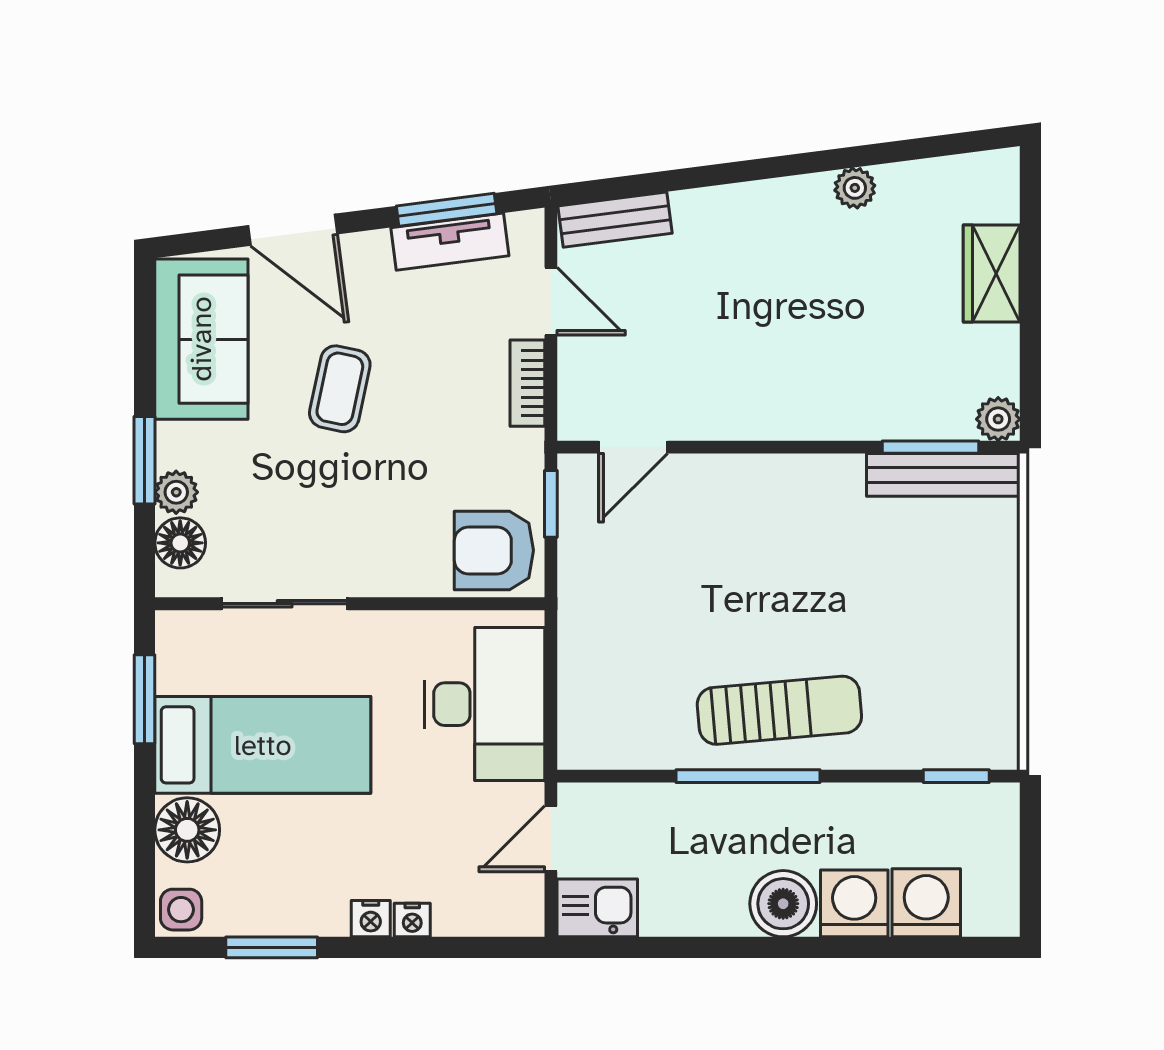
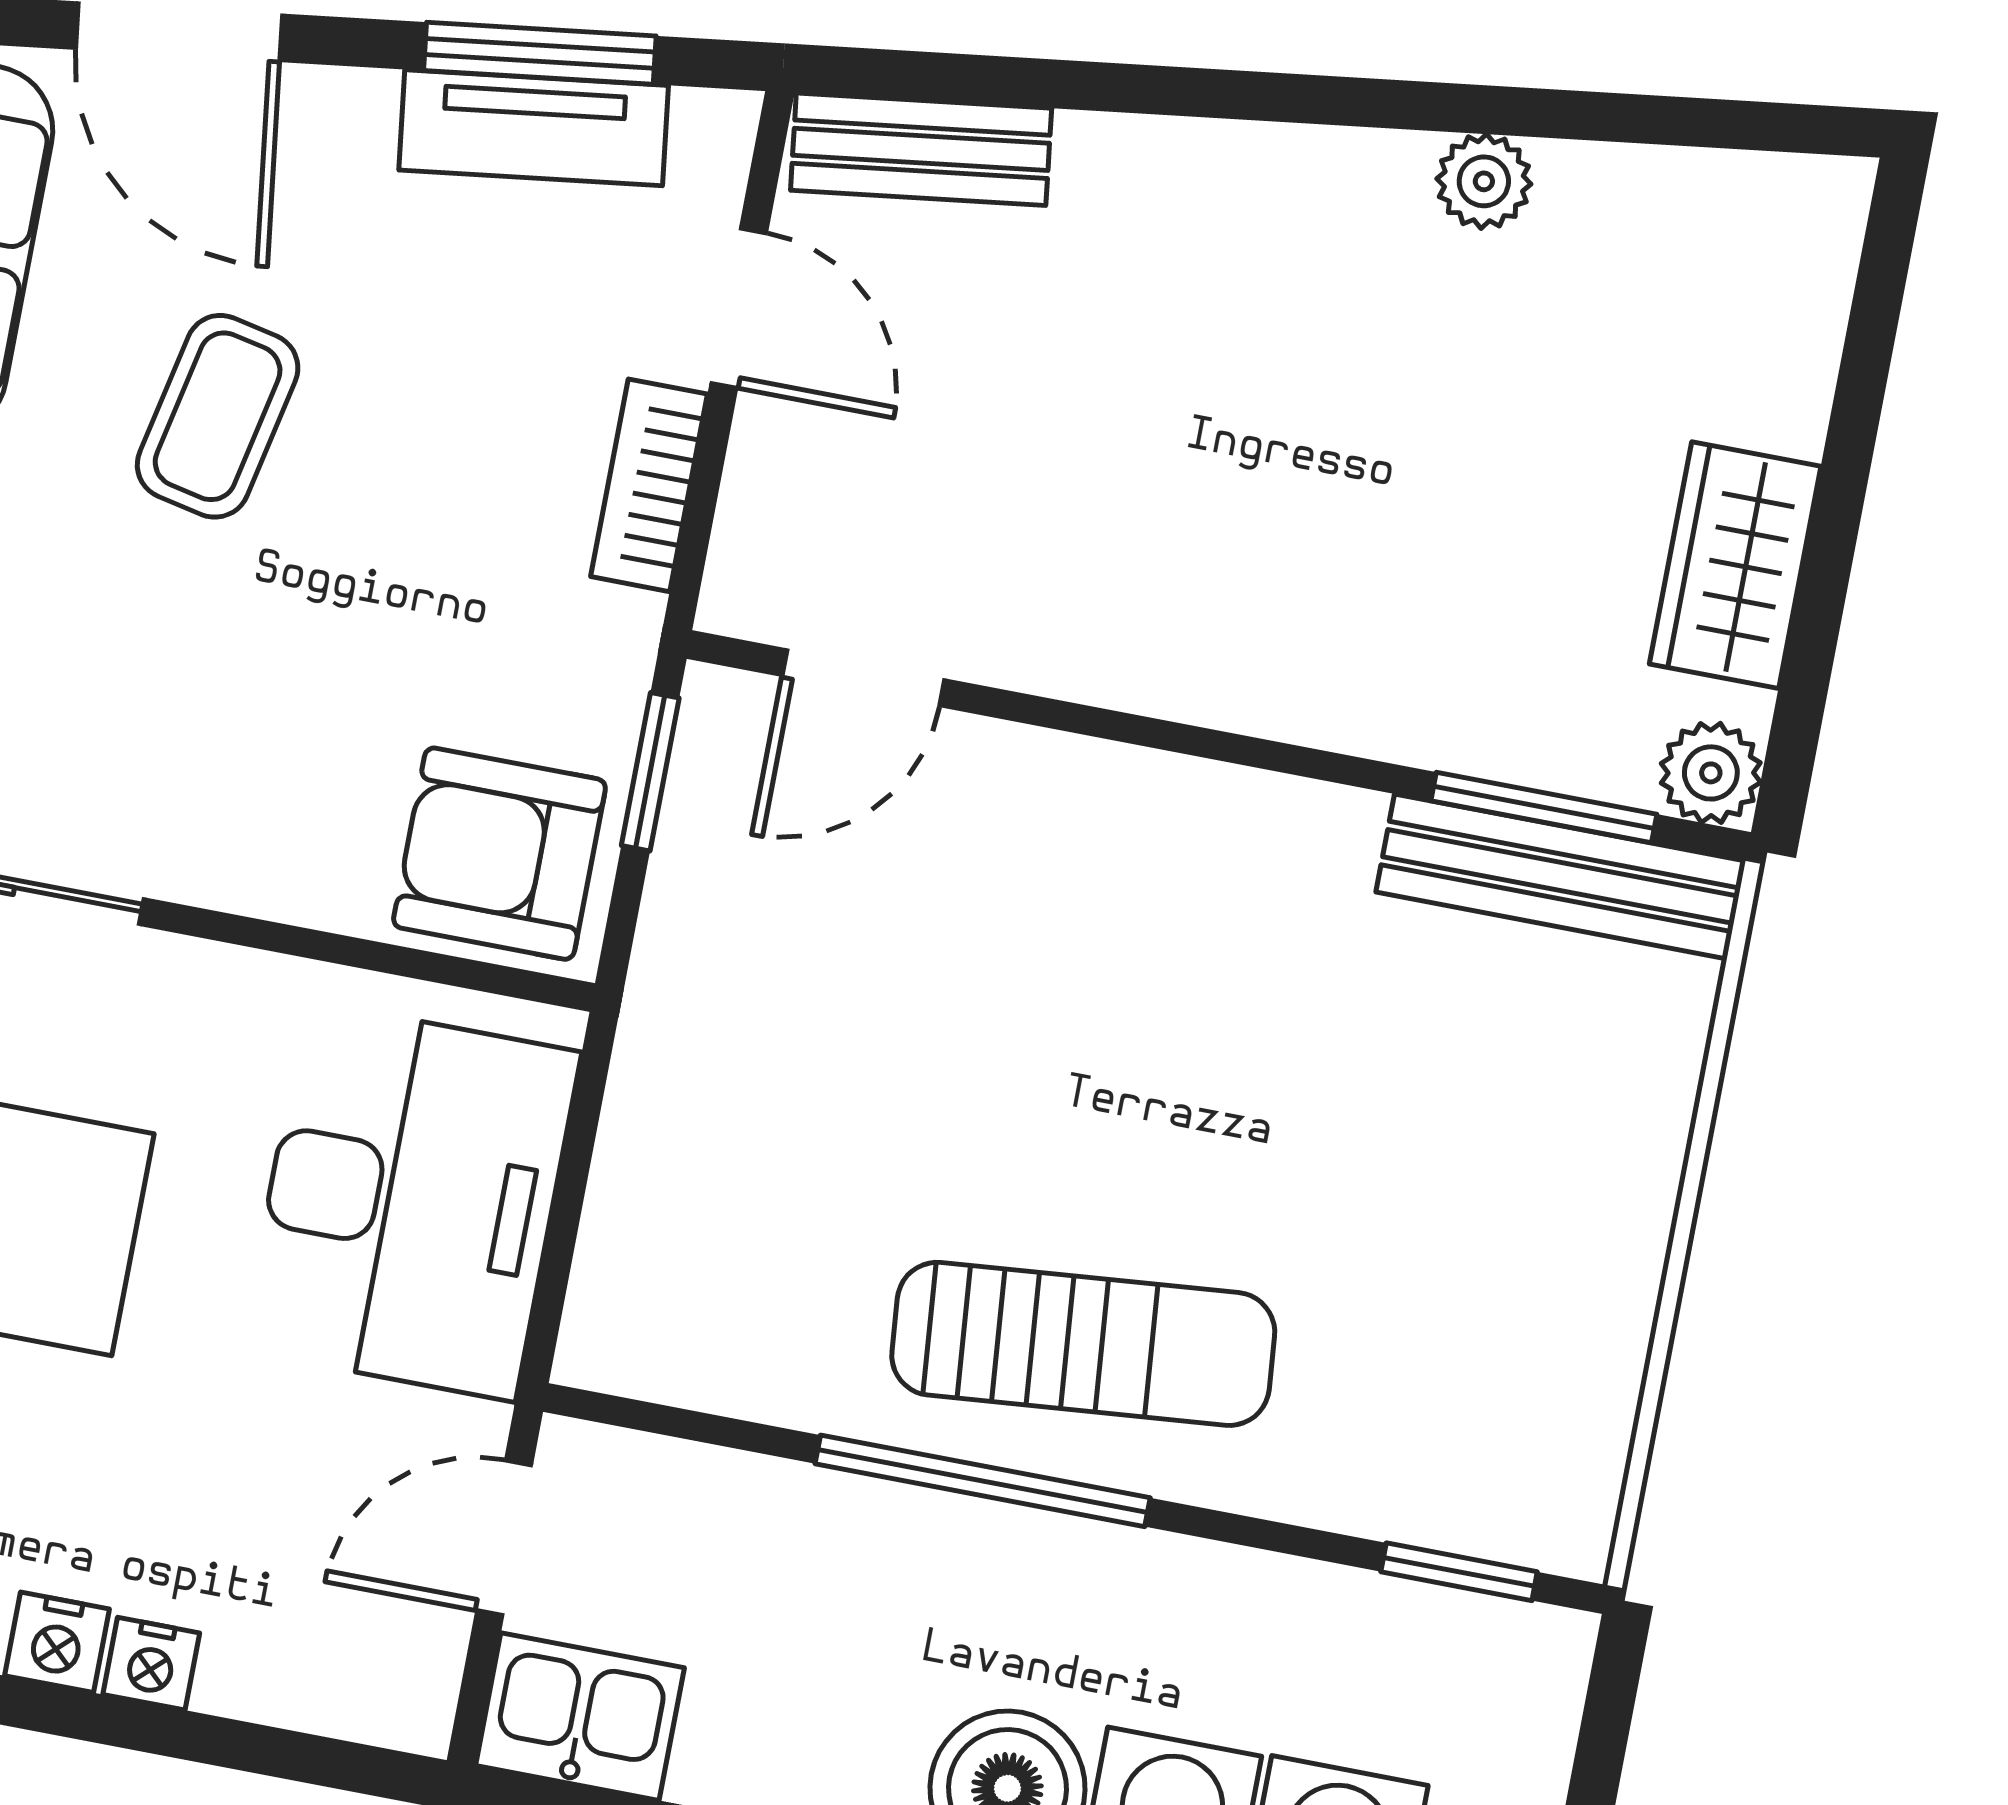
wardrobe: (992, 274) -> (1735, 565), moved

